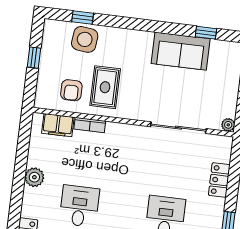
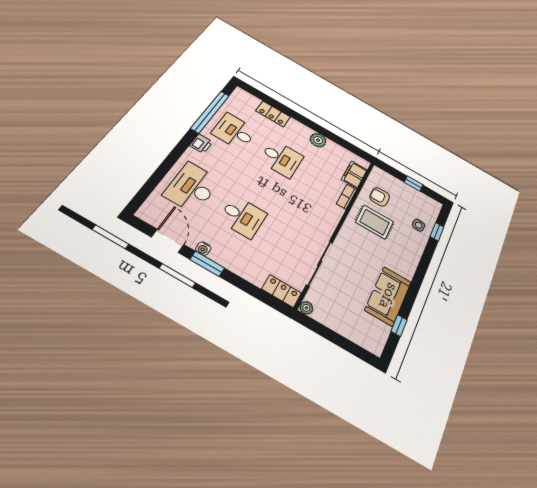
side table: (85, 39) -> (419, 225), width x0.54, depth x0.54
locker: (219, 180) -> (282, 291), moved

